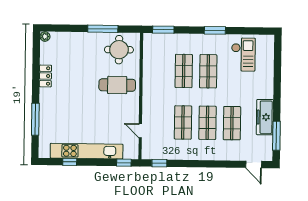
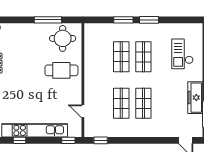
window: (163, 30) -> (123, 20), moved
checkout: (243, 55) -> (182, 54), moved, turned 180
shop shelf: (232, 123) -> (166, 103), removed

